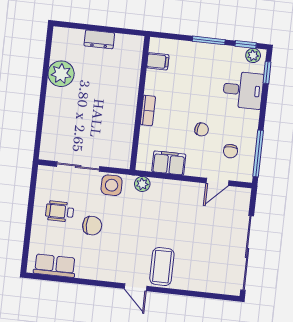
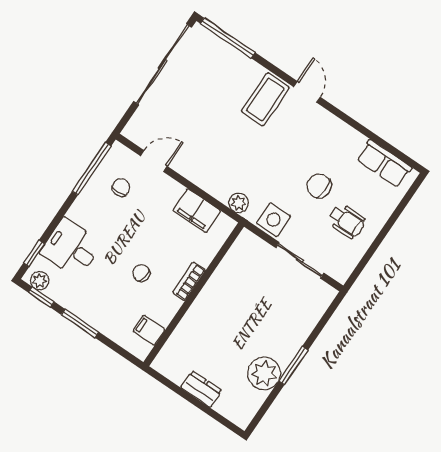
window: (43, 90) -> (293, 366), added
chair: (202, 129) -> (141, 273), moved
window: (211, 296) -> (228, 38), added

